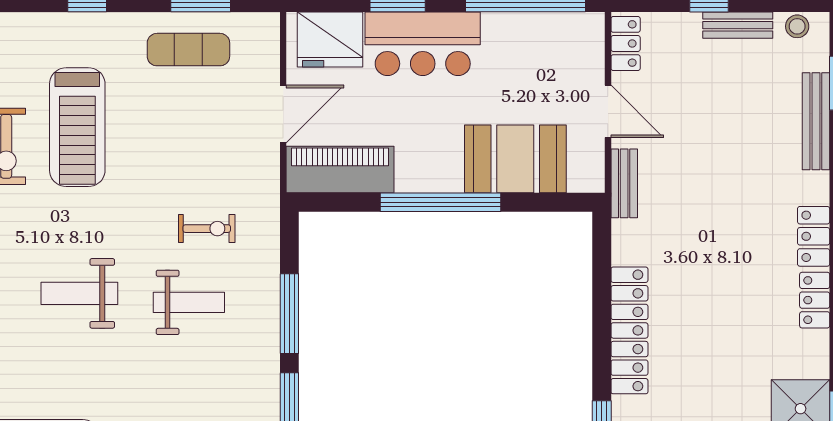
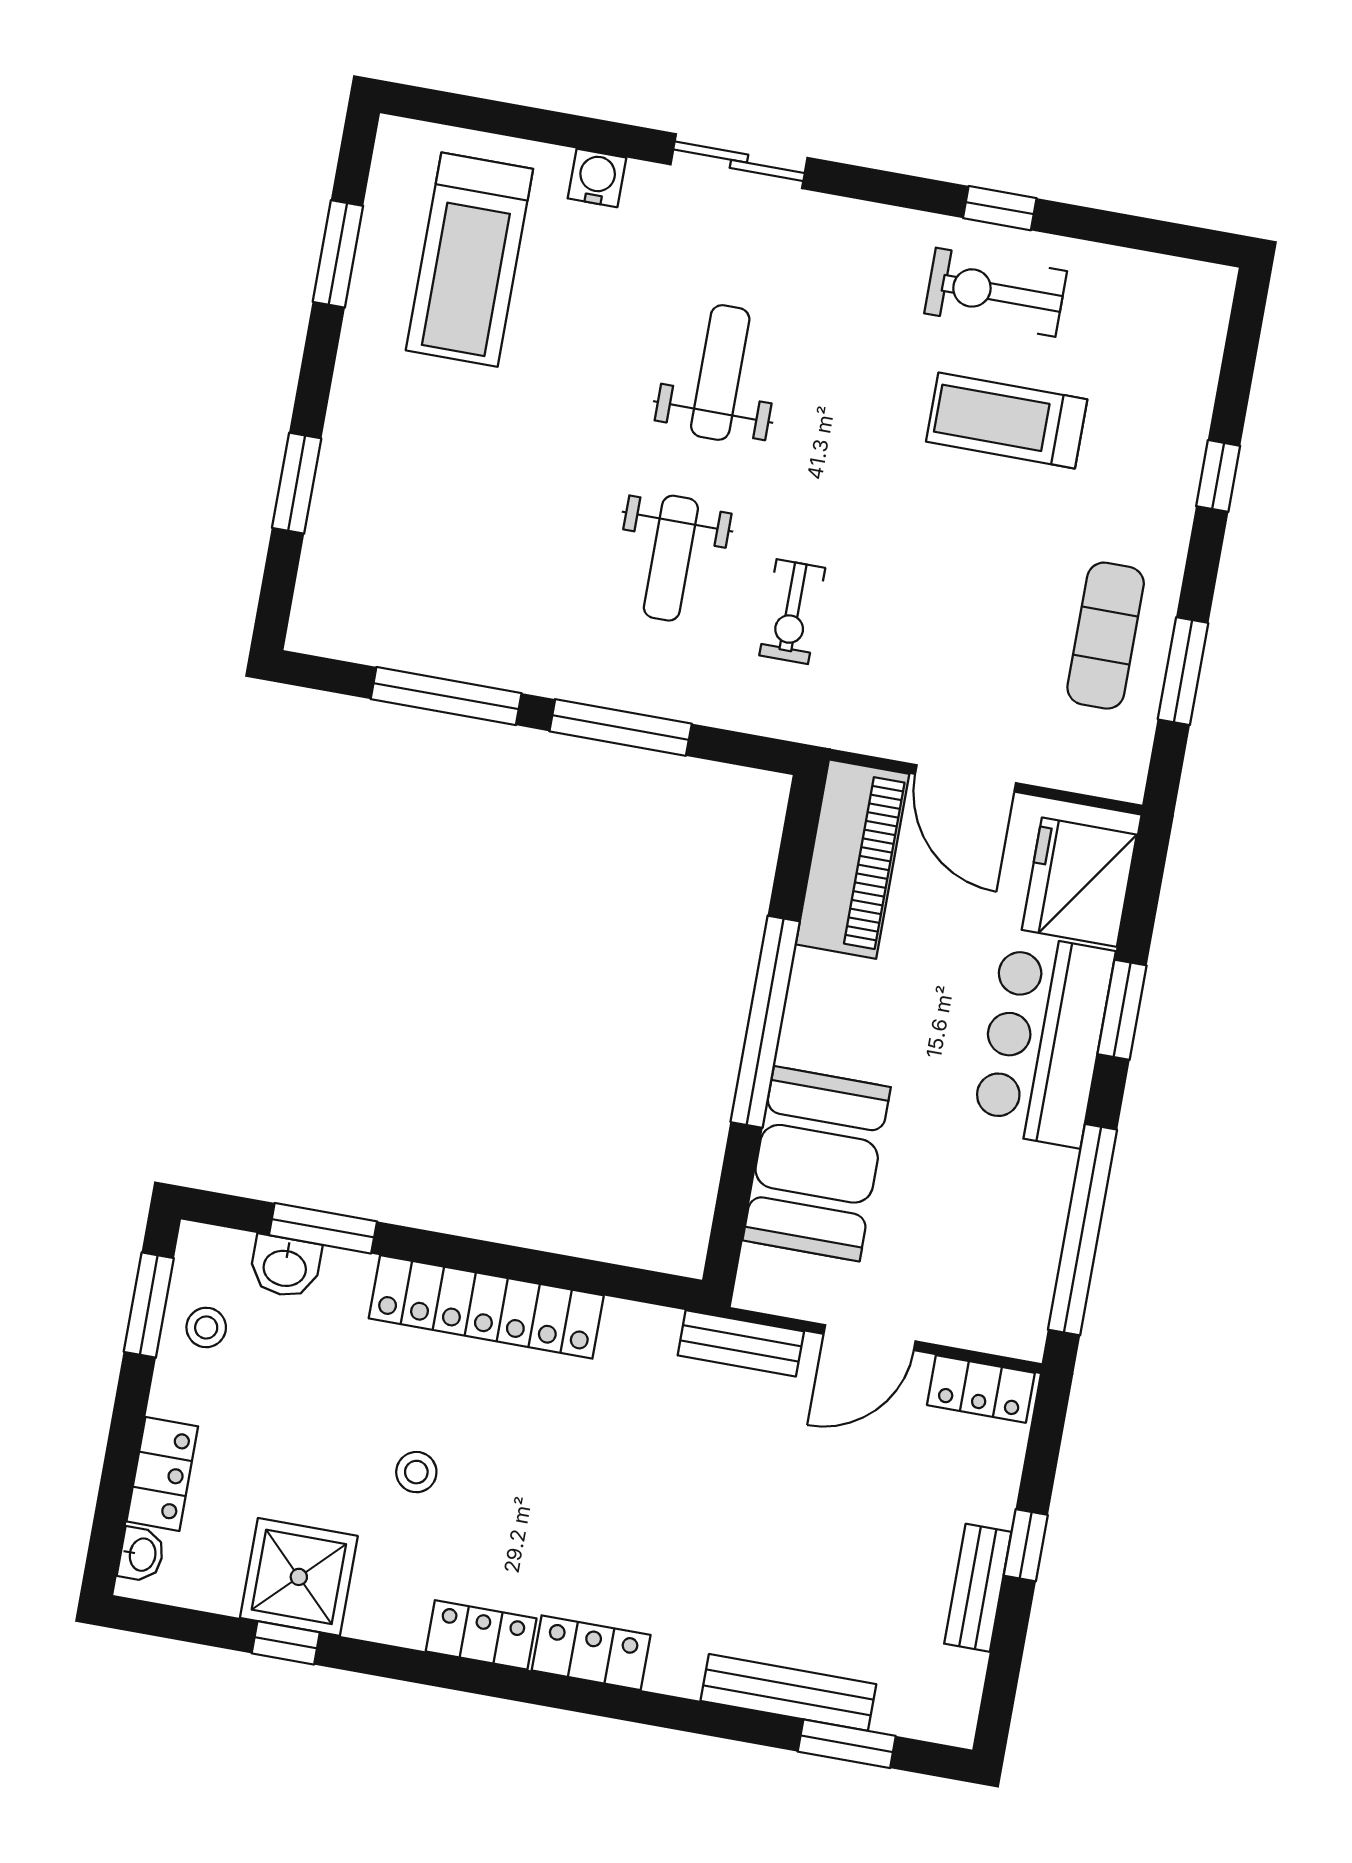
stool: (797, 26) -> (416, 1472), moved
treadmill: (77, 127) -> (1007, 420), width x0.73, depth x0.73

